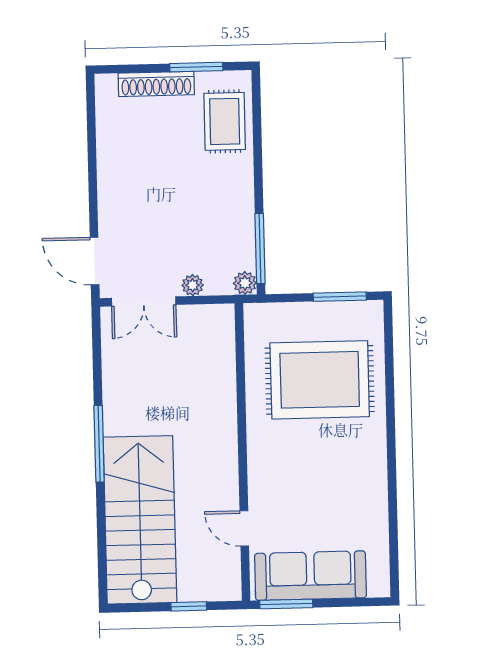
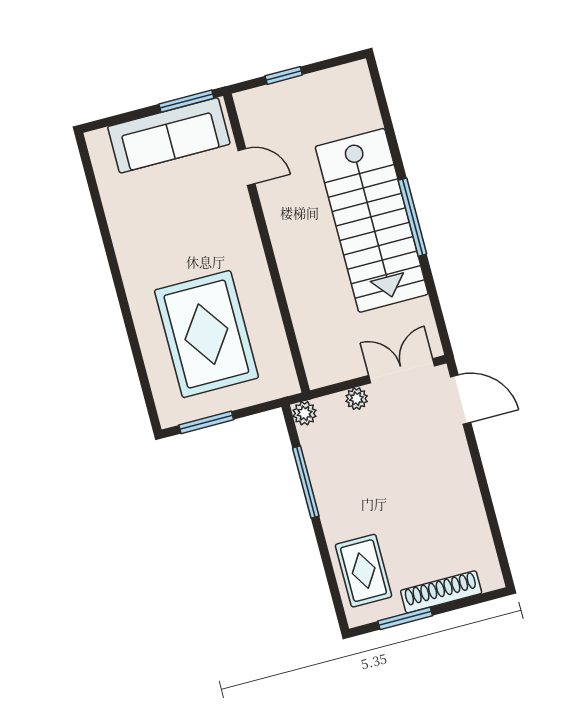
window: (260, 249) -> (306, 482), moved
rug: (320, 380) -> (206, 334), turned 90
stairs: (140, 520) -> (372, 220), moved

